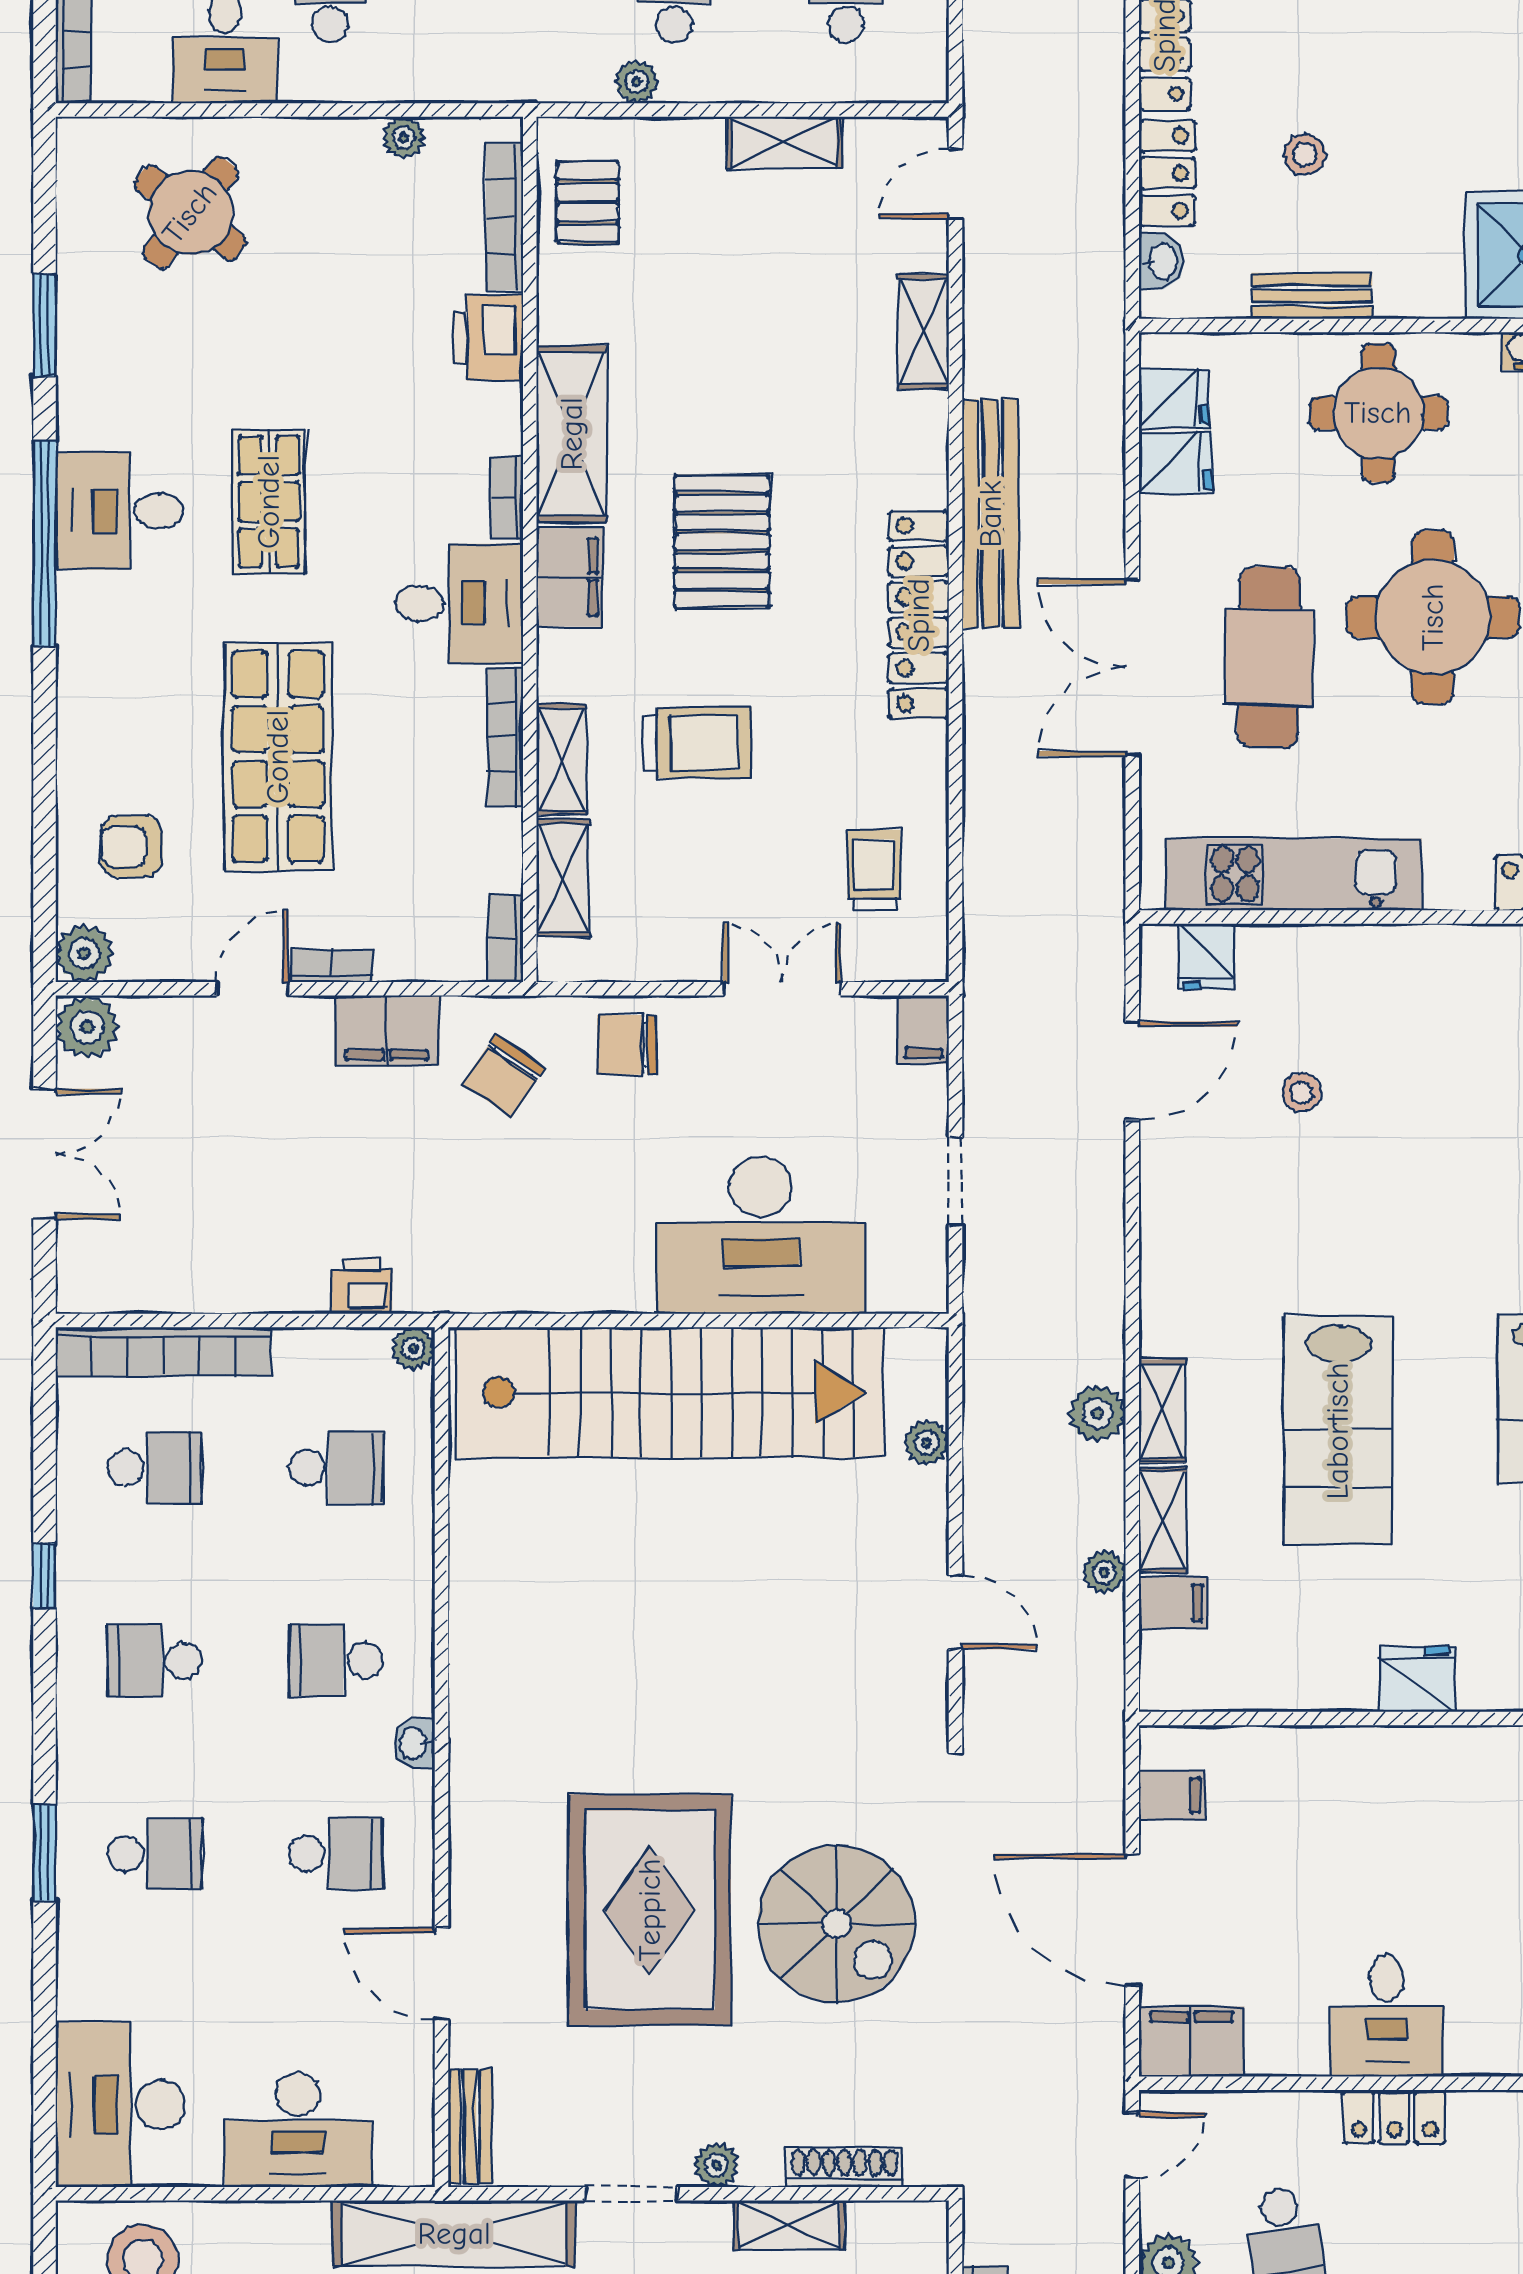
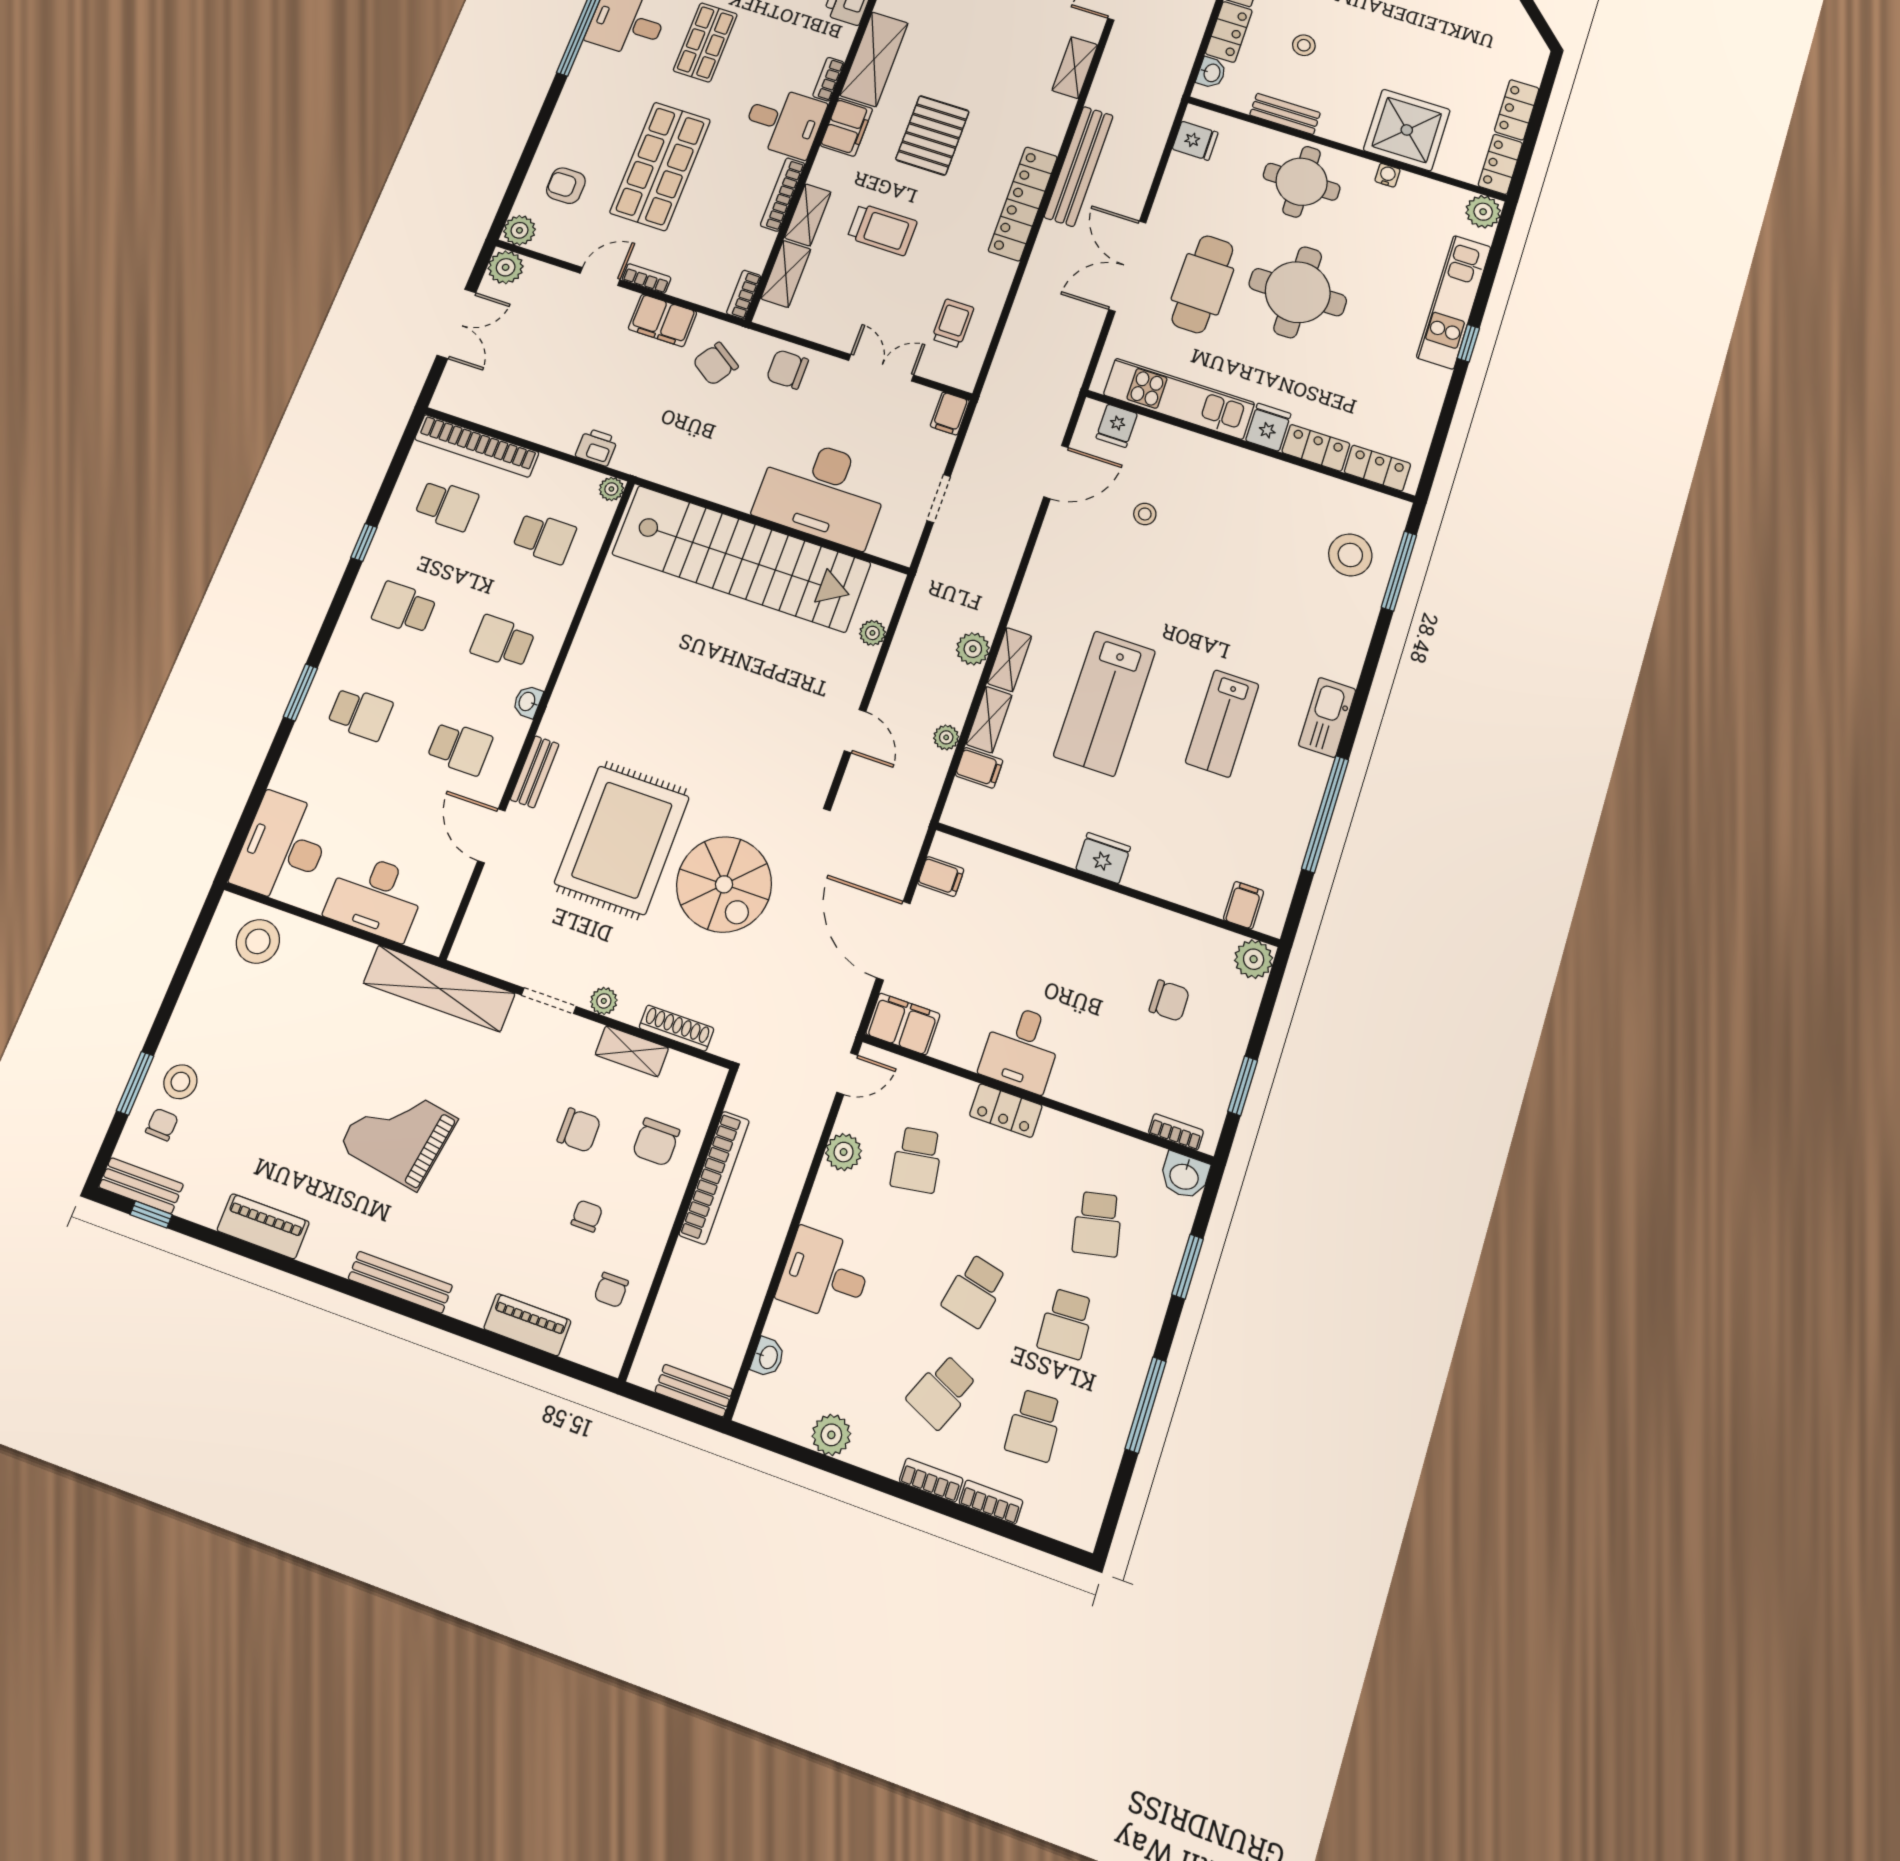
fridge: (1176, 463) -> (1268, 427), moved, turned -90
bench: (470, 2126) -> (535, 772), moved

